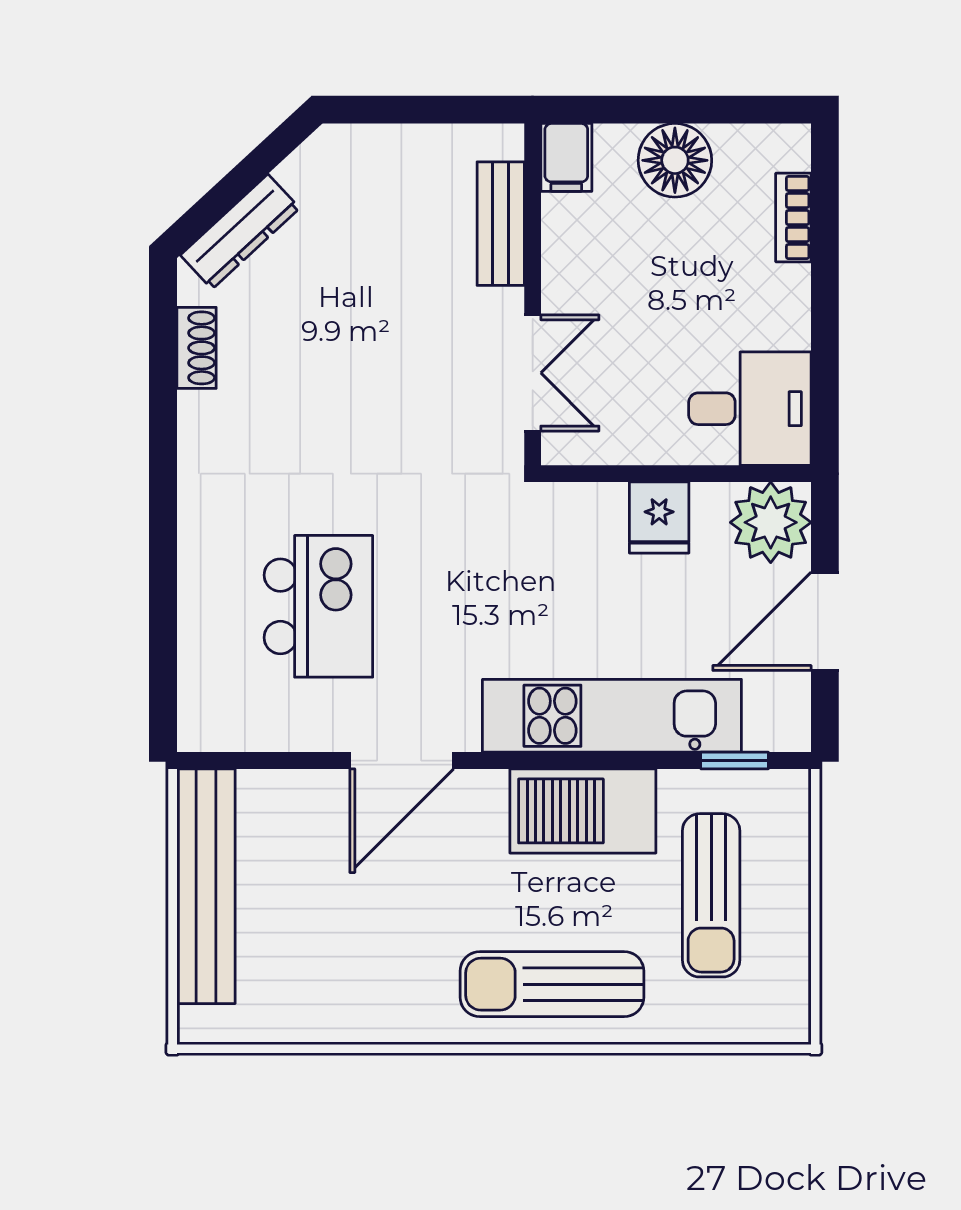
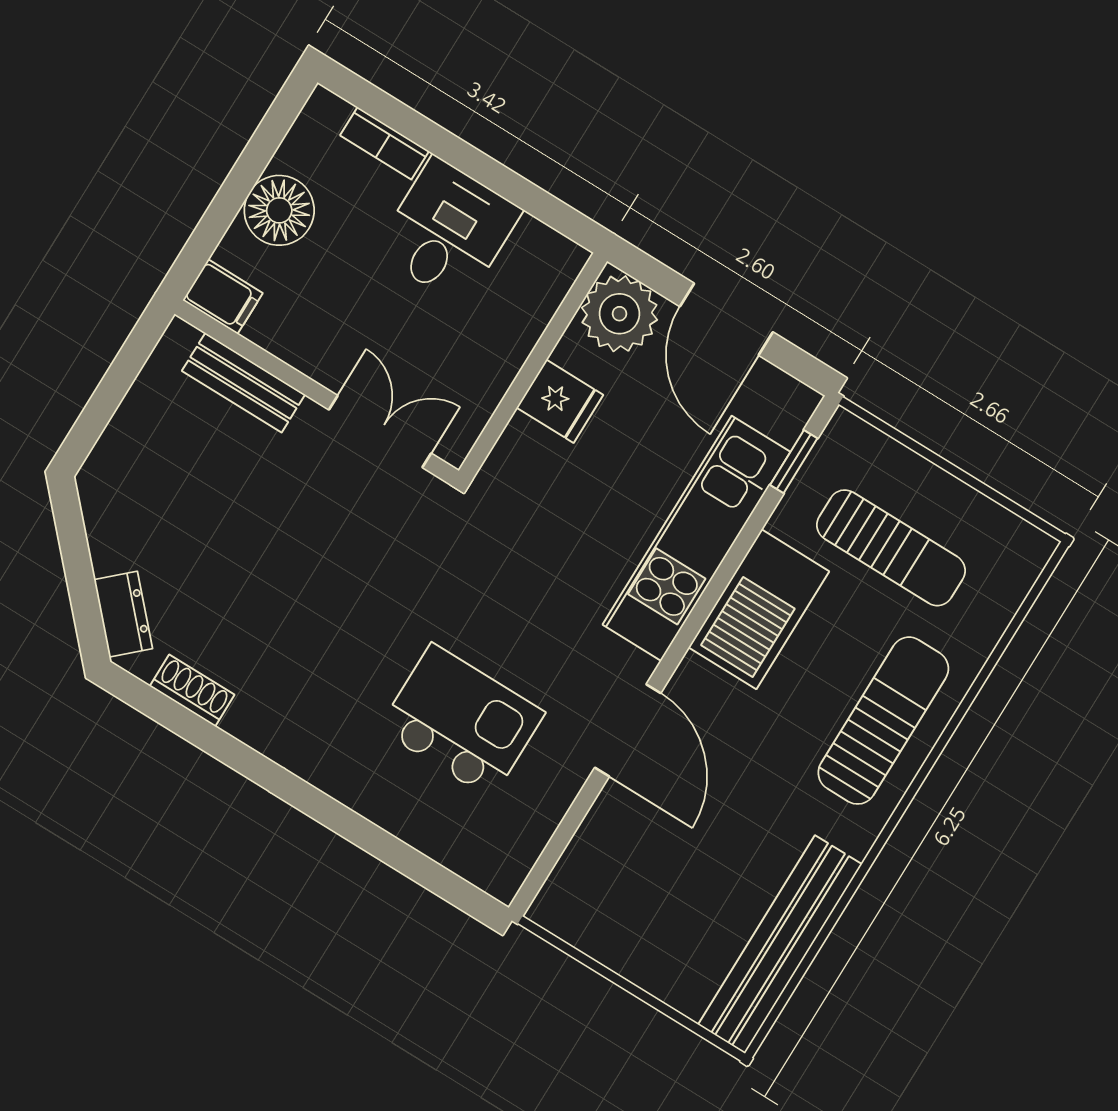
dresser: (240, 232) -> (123, 614), width x0.70
desk: (750, 409) -> (448, 231), moved
bench: (206, 886) -> (780, 944), moved, turned 90
sun lounger: (552, 984) -> (883, 721), turned 180

